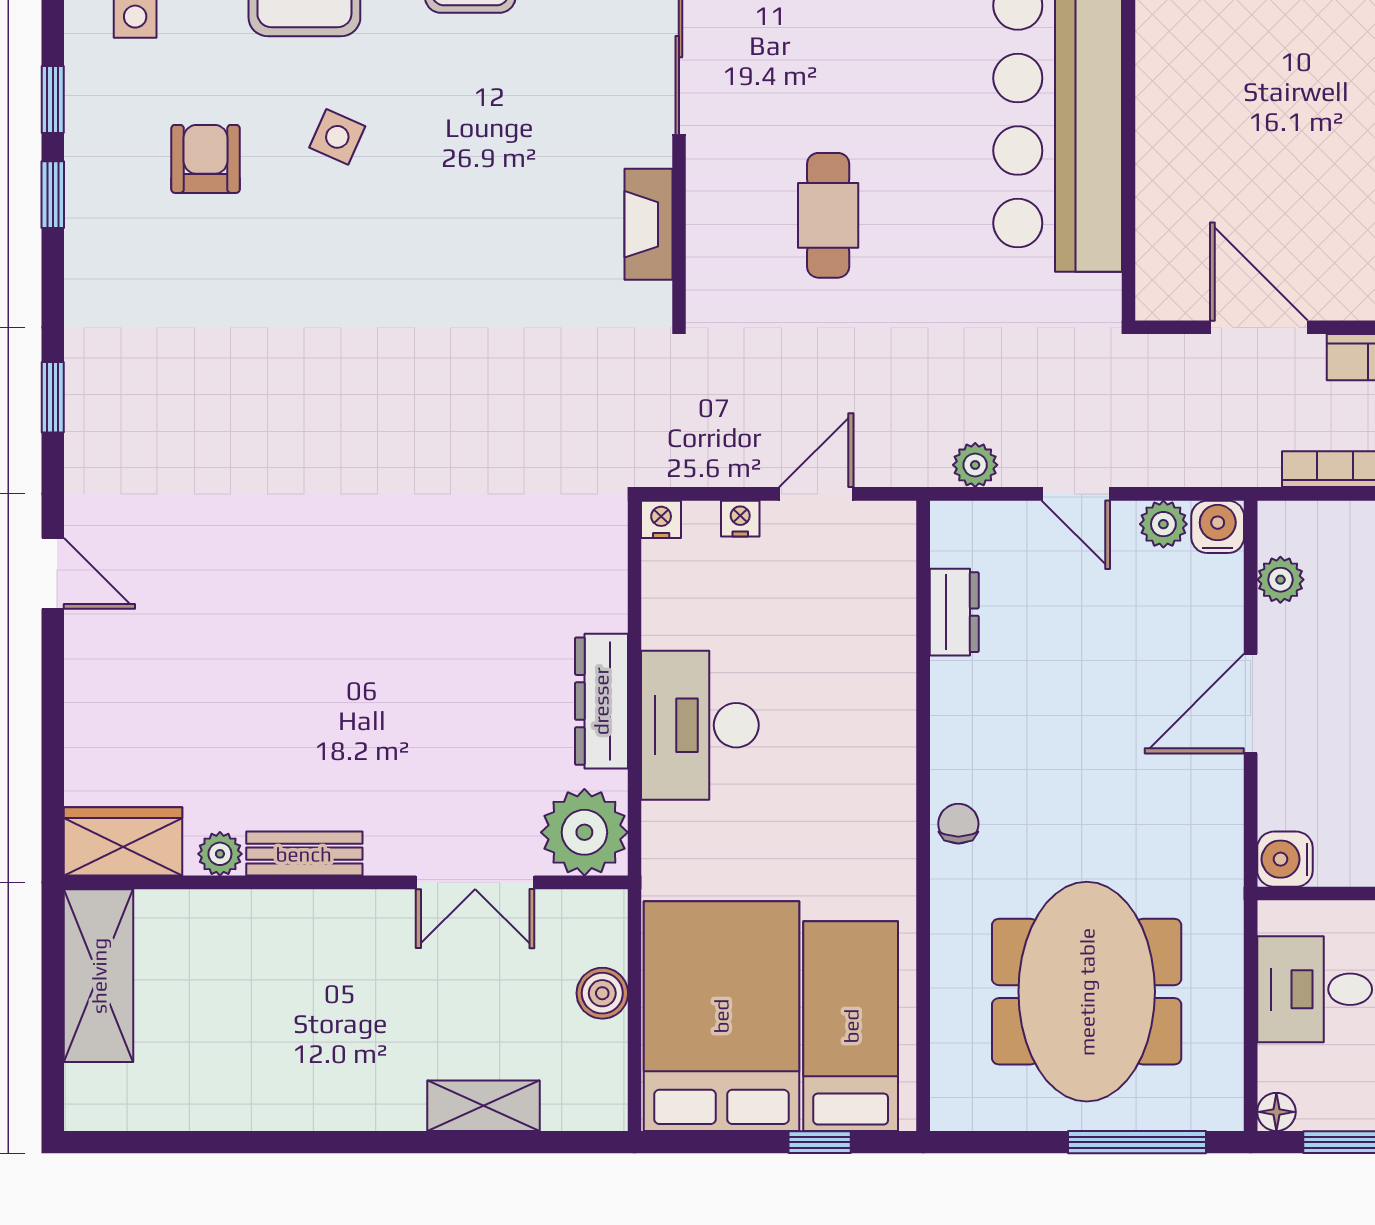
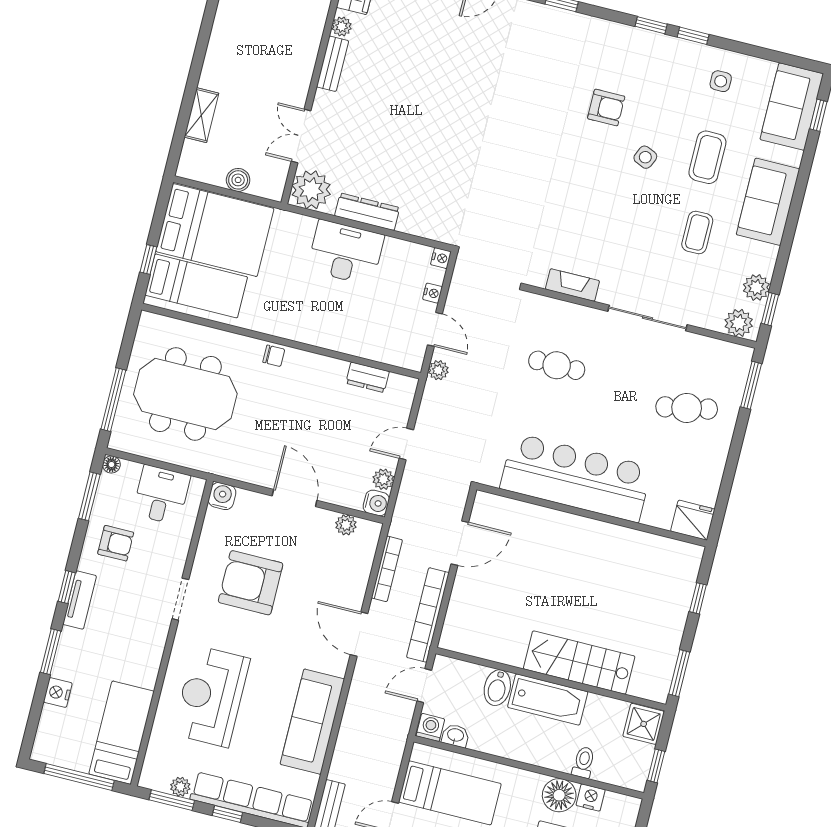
armchair: (206, 159) -> (606, 108), moved
plant: (975, 465) -> (438, 370), moved

